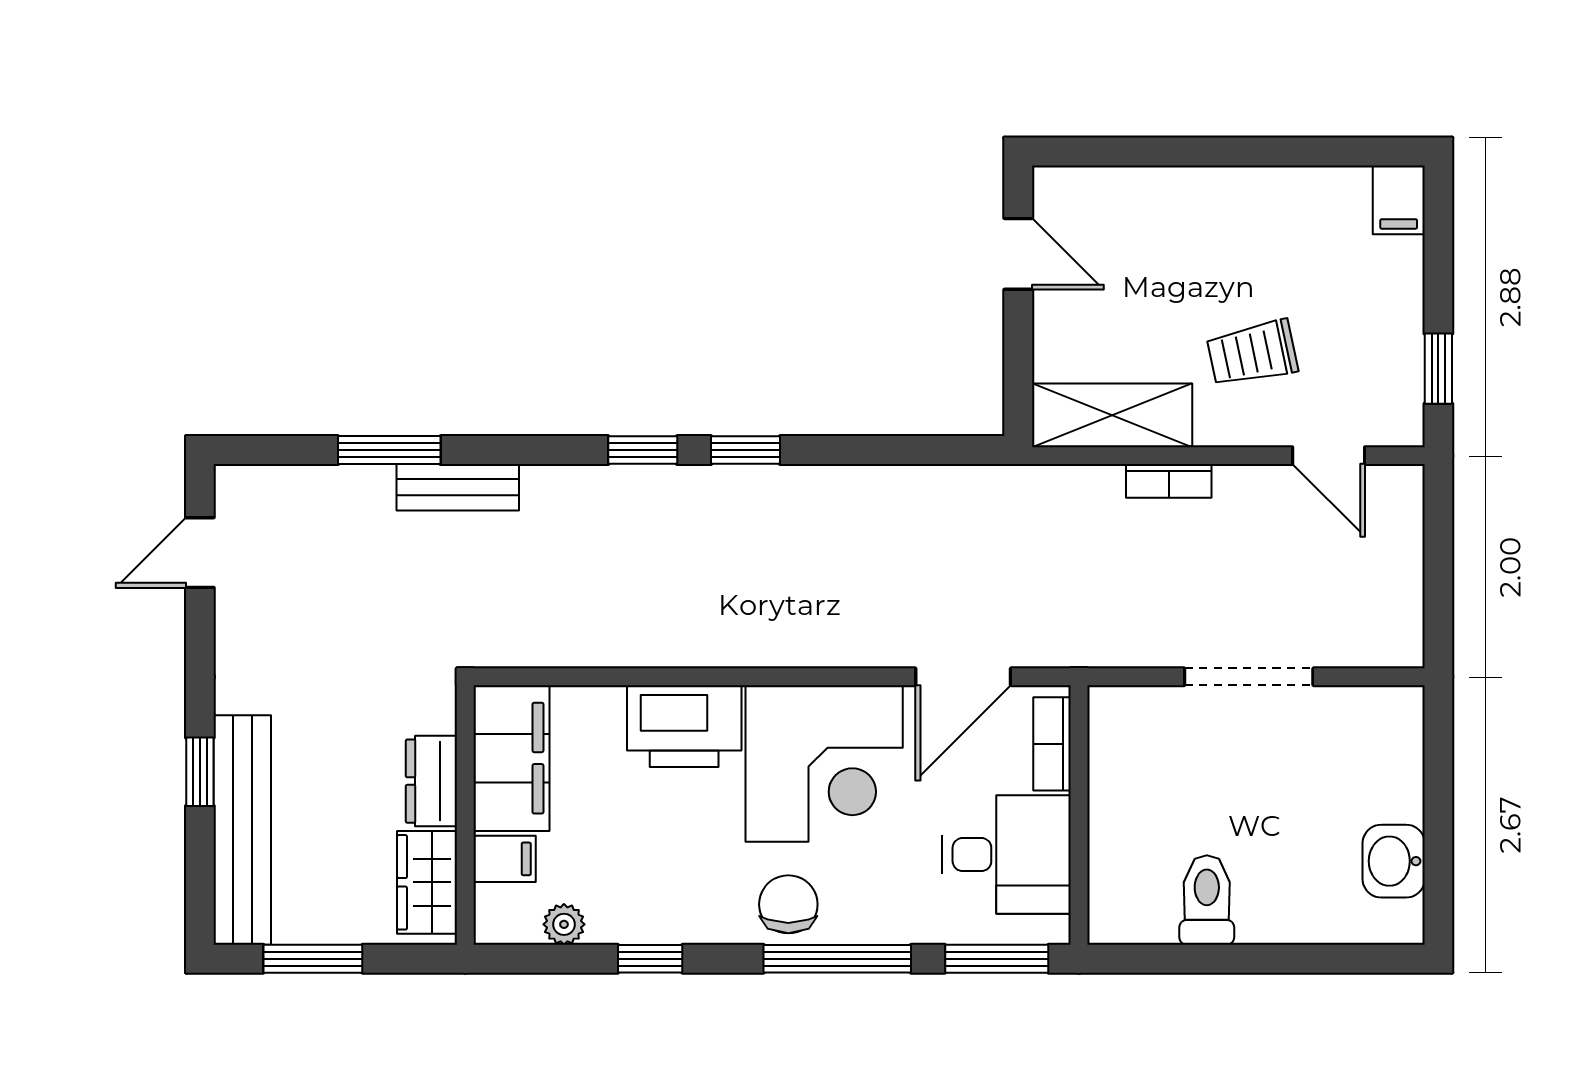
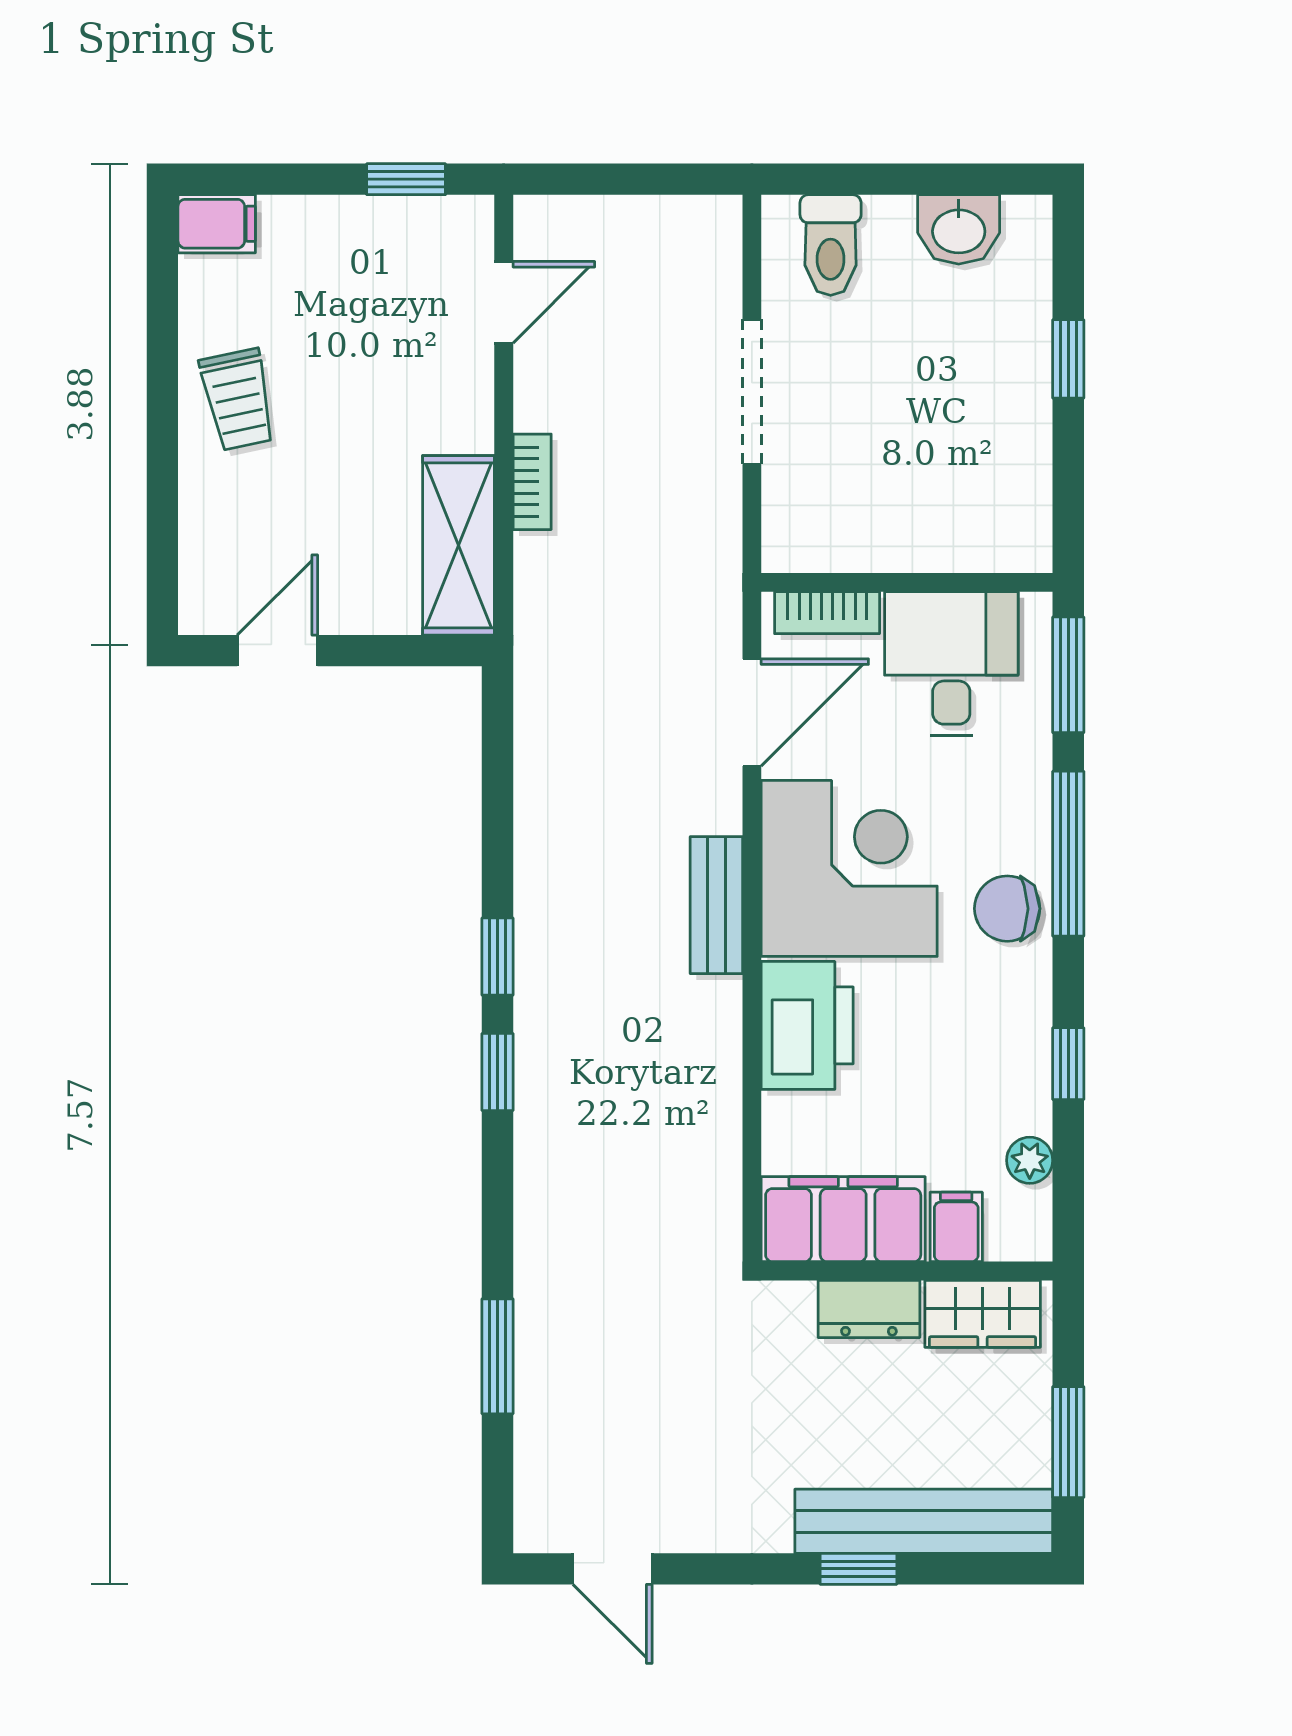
trolley: (1252, 353) -> (238, 399), moved
bench: (458, 487) -> (716, 905), moved
door: (963, 677) -> (752, 712), hinge flipped
toilet: (1207, 900) -> (831, 245), moved, turned -90
window: (1278, 959) -> (1068, 359), added

